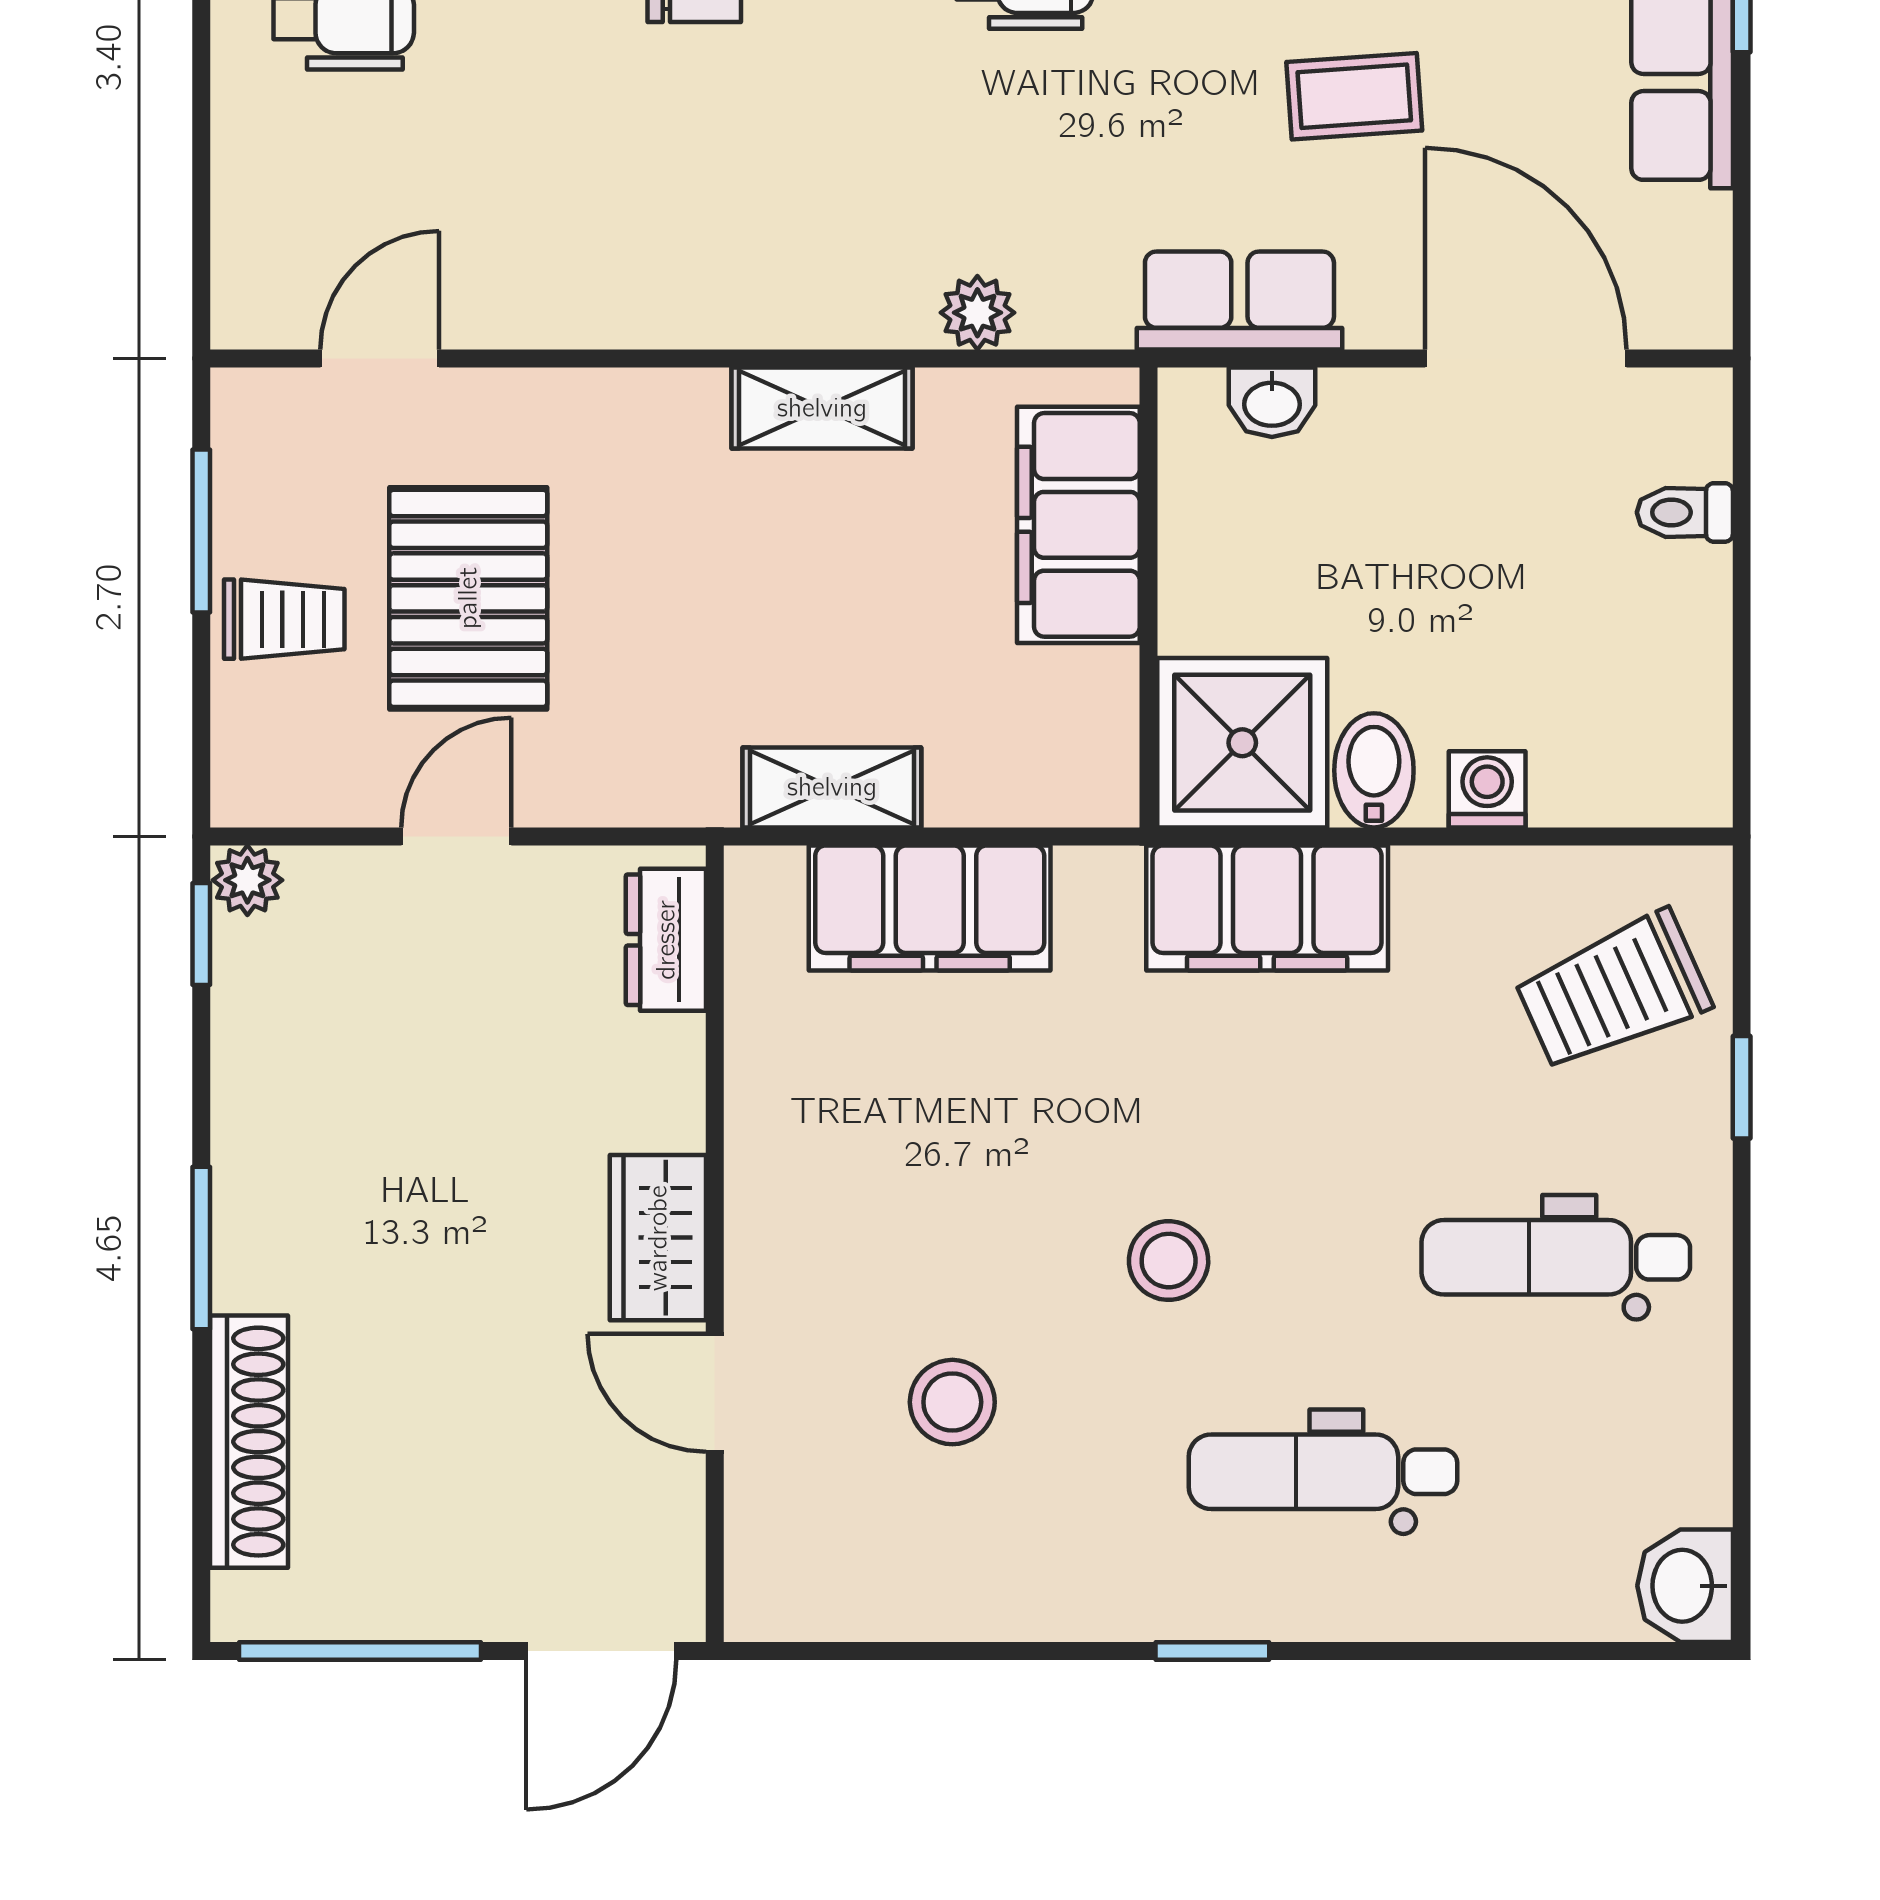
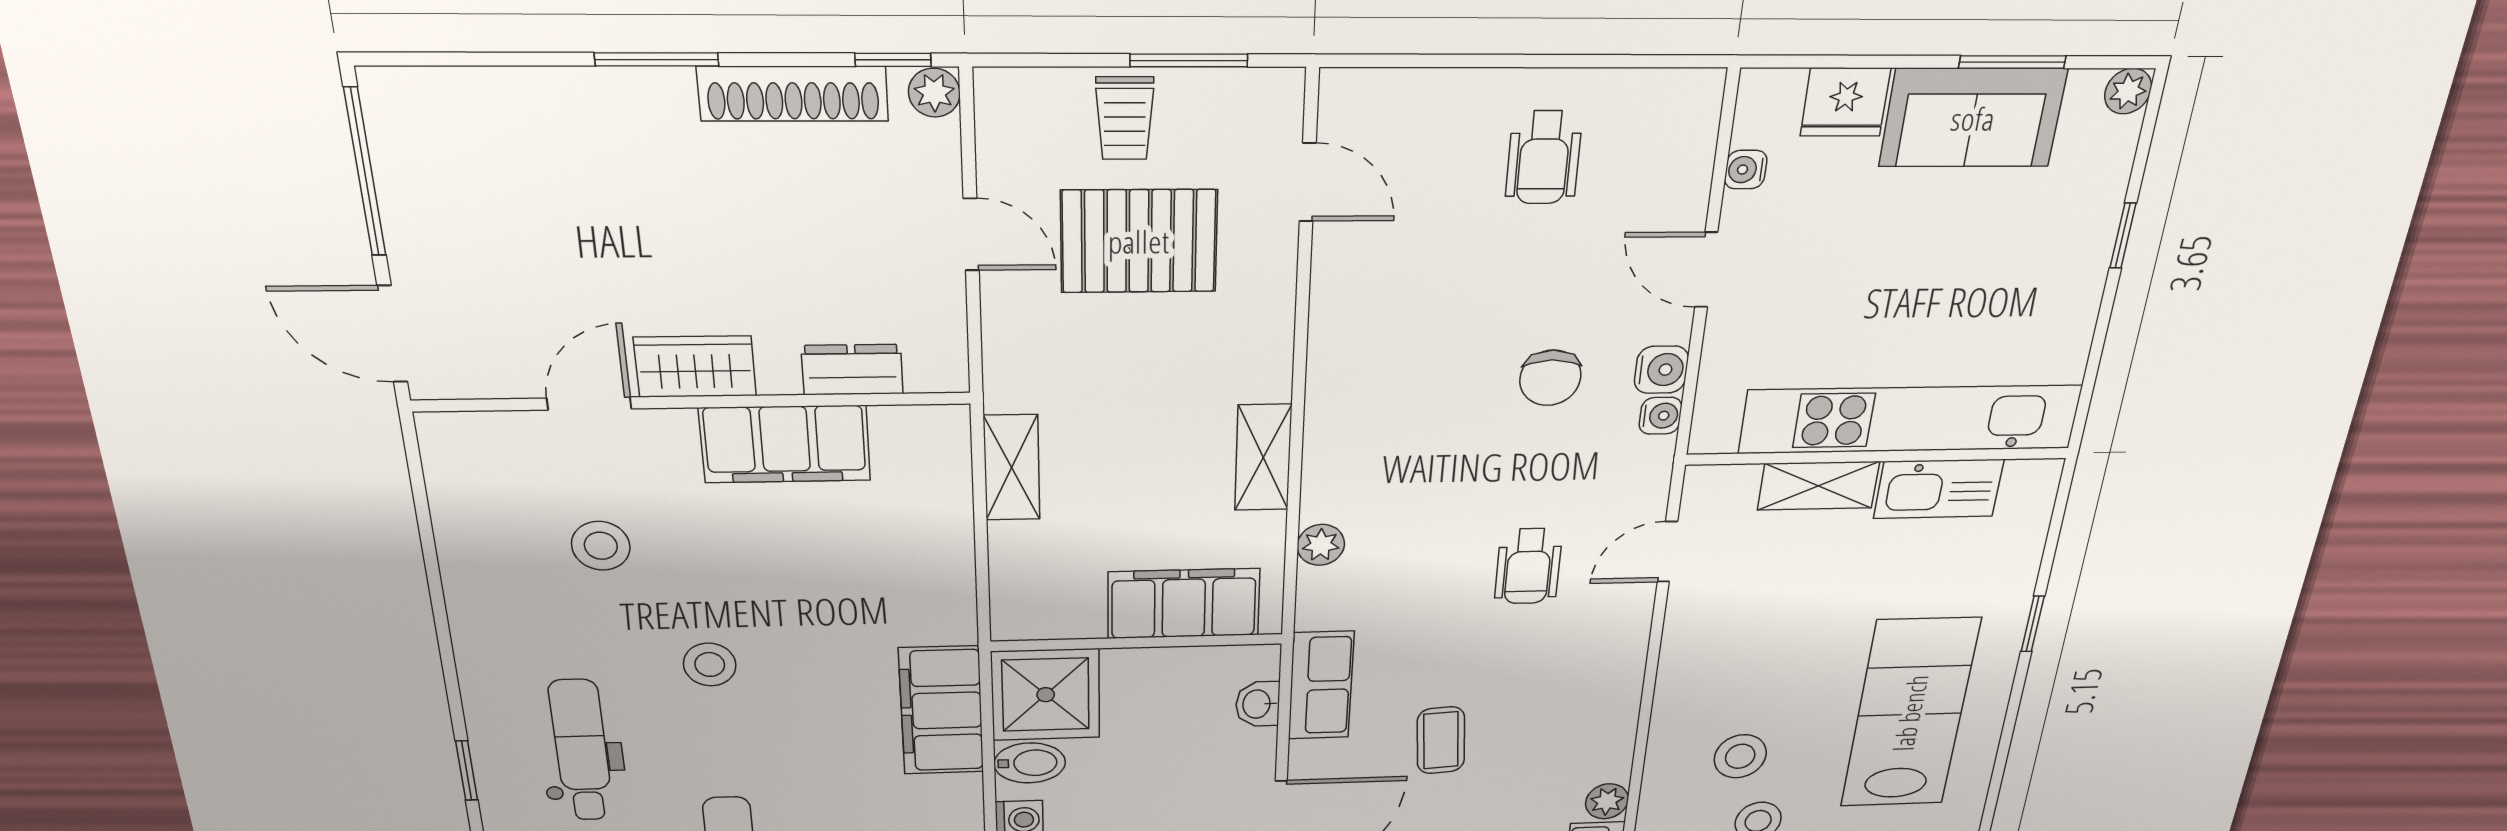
filing cabinet: (930, 908) -> (785, 444), moved, turned -90
dresser: (666, 940) -> (852, 370), moved
shoe rack: (249, 1442) -> (793, 94), moved
window: (1212, 1651) -> (467, 771), moved

